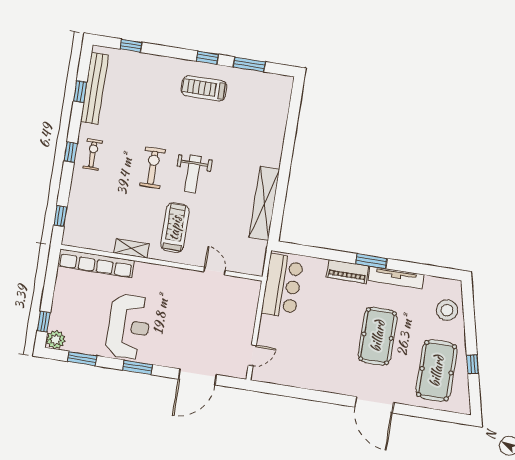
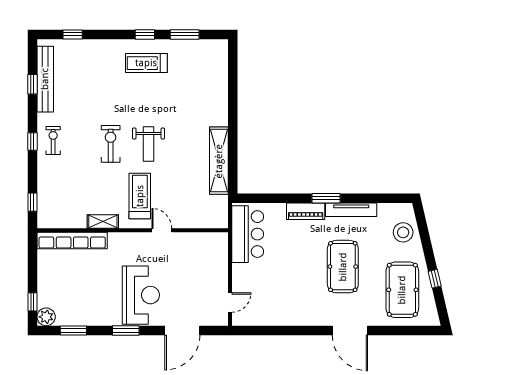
door: (215, 271) -> (162, 230), moved
reception desk: (129, 327) -> (141, 295), moved

